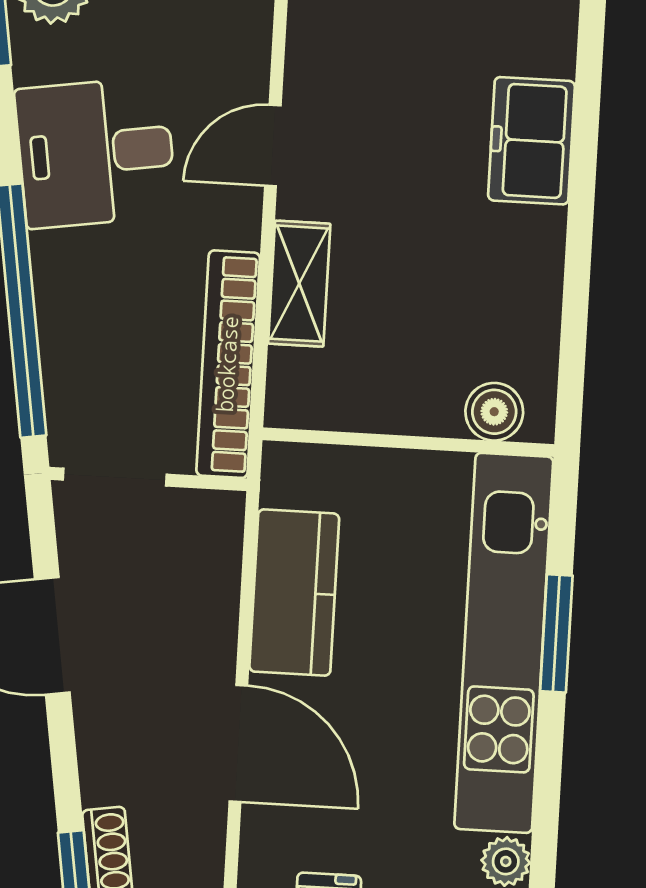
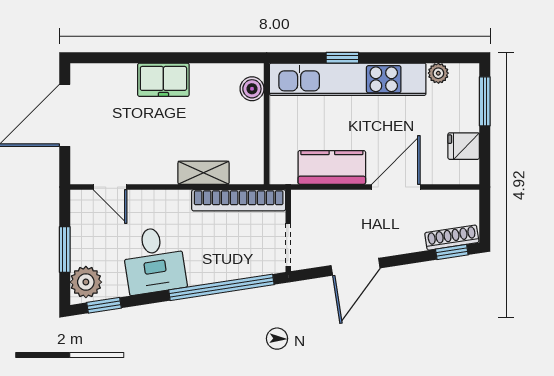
freezer: (532, 141) -> (163, 80), moved
door: (273, 145) -> (110, 187), moved
window: (556, 633) -> (342, 58), width x0.67

